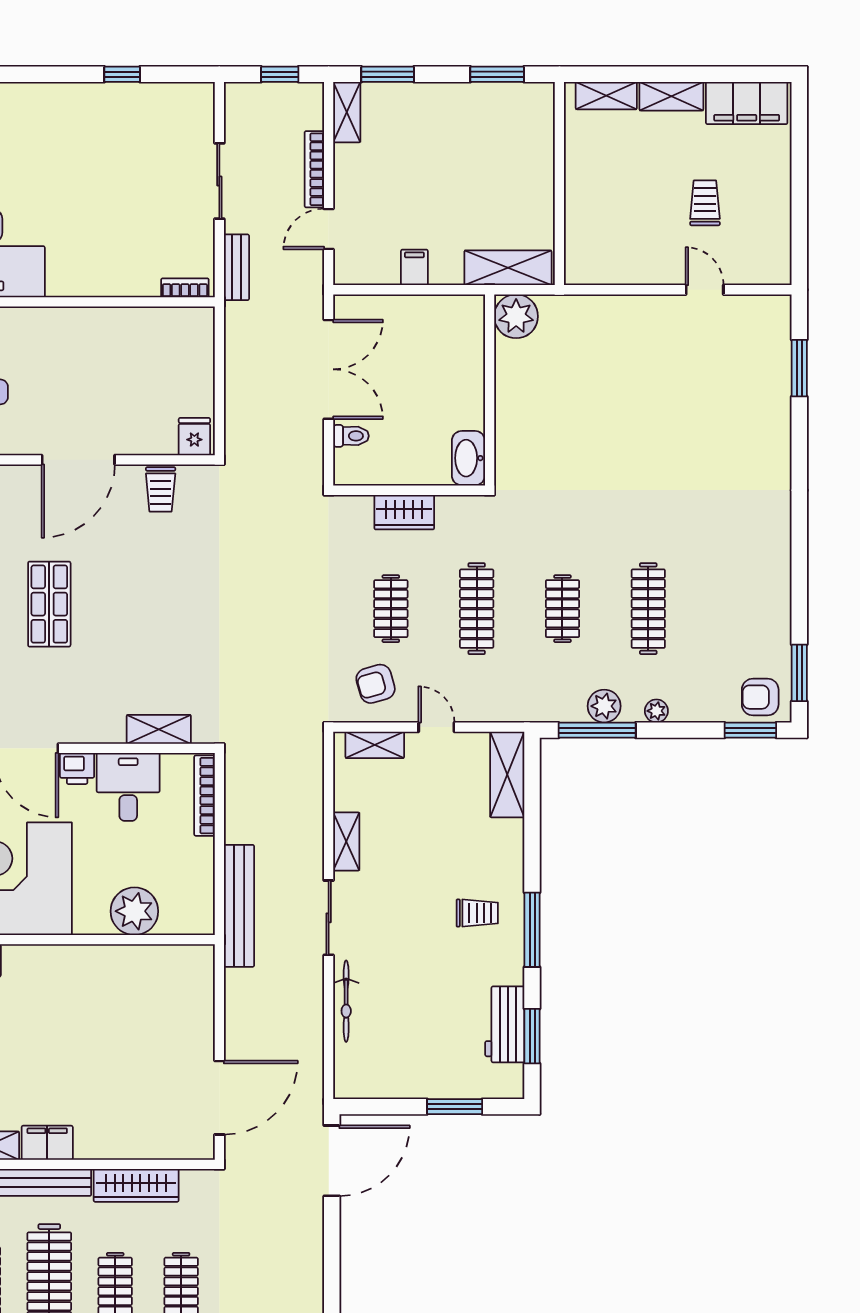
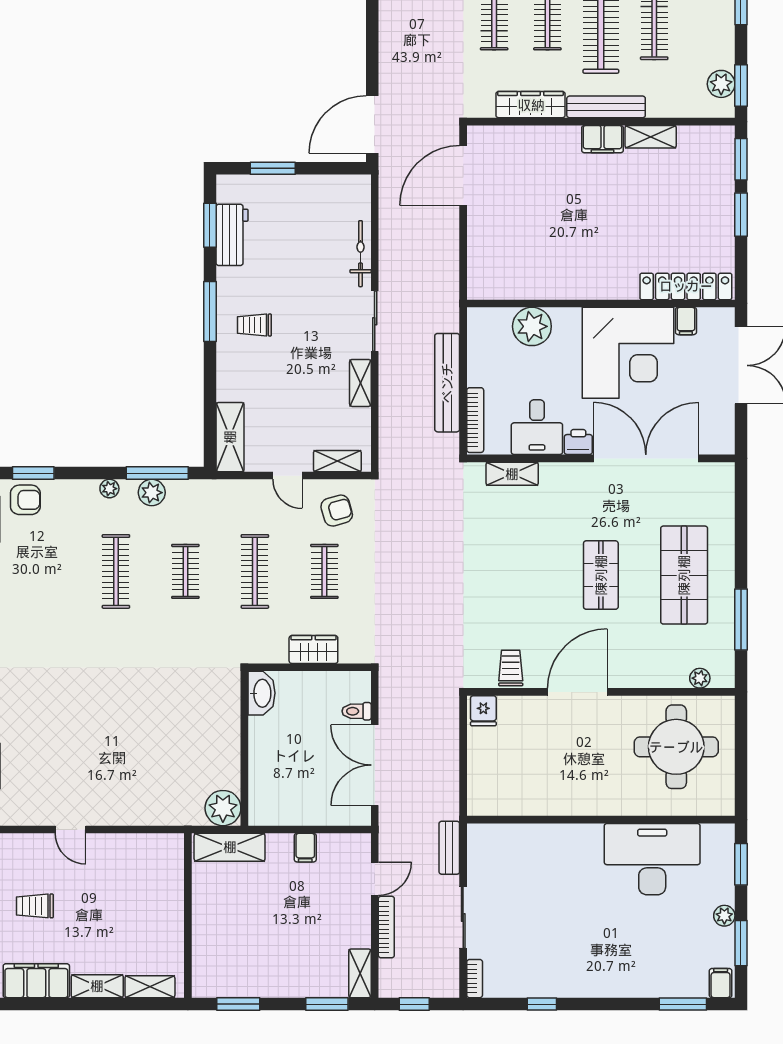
trolley: (705, 203) -> (35, 906), moved, turned 90
bookcase: (185, 288) -> (475, 979), moved, turned -90
bench: (239, 906) -> (447, 383), moved

